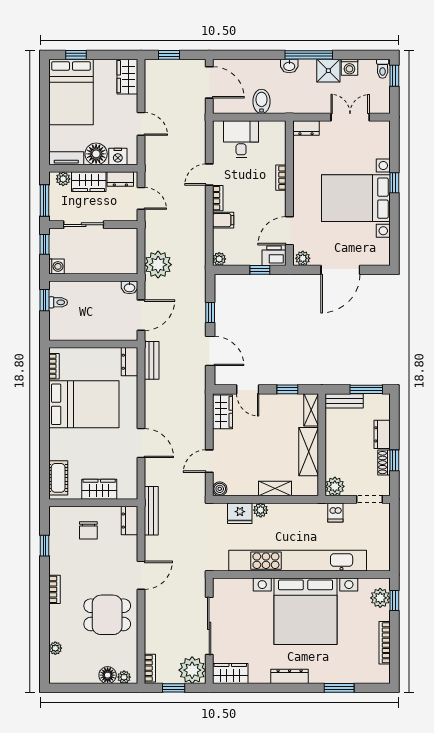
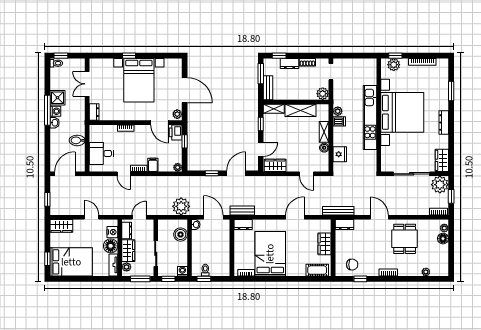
washing machine: (349, 67) -> (55, 111), moved
door: (141, 124) -> (92, 217), hinge flipped
boiler: (114, 264) -> (181, 235), added
window: (394, 460) -> (279, 56), moved
boiler: (220, 489) -> (324, 148), moved
plant: (261, 510) -> (338, 111), moved
dishwasher: (335, 512) -> (339, 121), moved
chair: (88, 530) -> (352, 265), moved
kitchen unit: (298, 561) -> (370, 117), width x0.73

